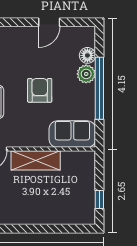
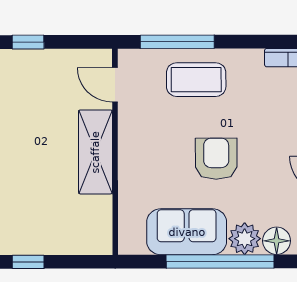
armchair: (40, 90) -> (216, 159), turned -90
sofa: (72, 134) -> (187, 232), moved, turned -90

